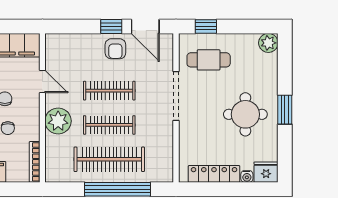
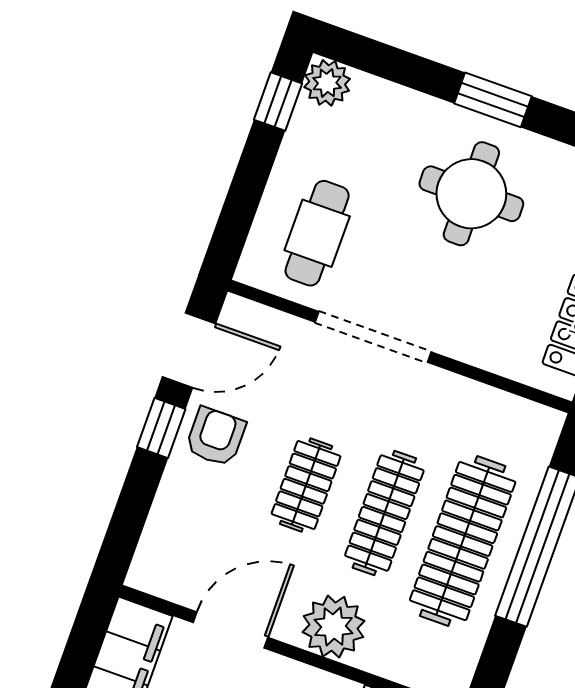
window: (206, 26) -> (278, 102), moved
armchair: (115, 49) -> (216, 437), turned -90
door: (42, 81) -> (231, 630), width x1.38
clothes rail: (109, 91) -> (306, 485), width x0.73

